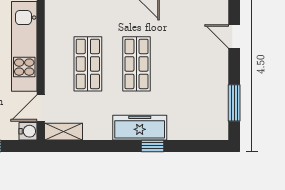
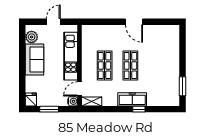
door: (234, 36) -> (182, 51), removed

